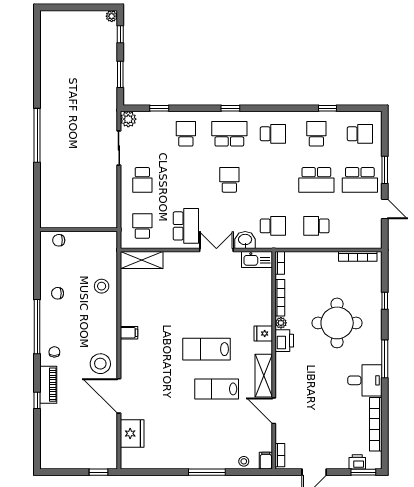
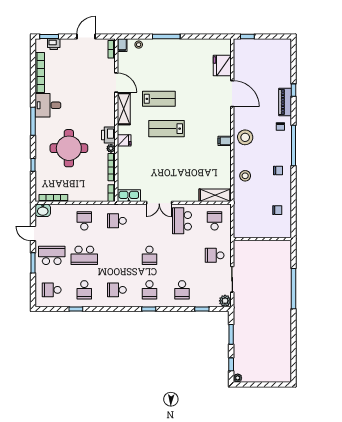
school desk: (229, 134) -> (149, 290), width x0.54
school desk: (142, 180) -> (215, 255), turned -90
school desk: (316, 180) -> (84, 255), turned 180
school desk: (142, 226) -> (215, 221), turned 180
school desk: (316, 226) -> (84, 221), turned -90
wall: (79, 230) -> (262, 239), moved
washbasin: (245, 240) -> (43, 210), moved
lab bench: (207, 349) -> (167, 129), turned 180
stool: (100, 364) -> (245, 137), moved

